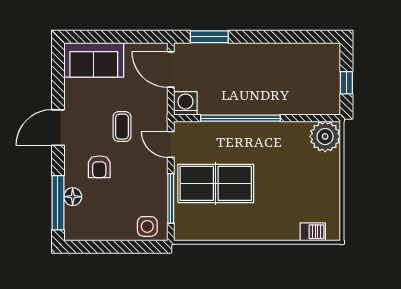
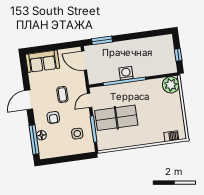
washing machine: (185, 103) -> (126, 73), moved
door: (171, 144) -> (90, 100), hinge flipped
side table: (147, 226) -> (77, 134), moved

